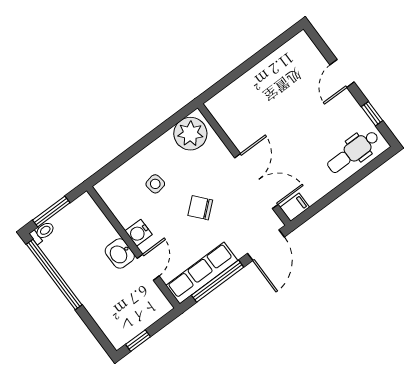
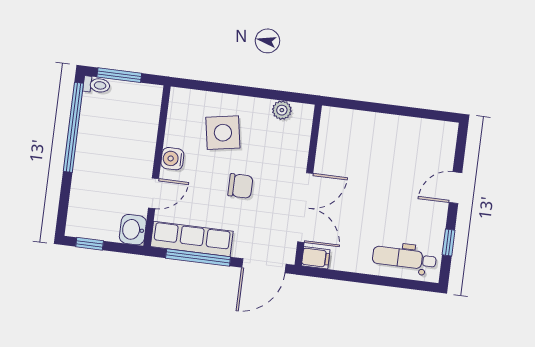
plant: (190, 134) -> (282, 110), width x0.53, depth x0.53
side table: (155, 184) -> (223, 133), width x1.87, depth x1.87
chair: (200, 208) -> (240, 186), turned 131
washbasin: (120, 253) -> (133, 230), moved

